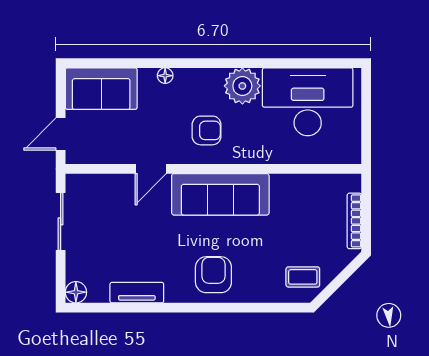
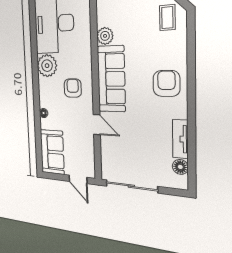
plant: (284, 186) -> (105, 36), added
sliding door: (61, 221) -> (131, 186), width x1.37
armchair: (213, 275) -> (166, 83), turned 90
floor lamp: (76, 292) -> (180, 167), moved

